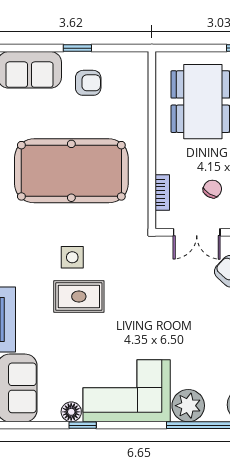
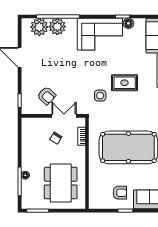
armchair: (88, 83) -> (120, 193), turned 180
side table: (72, 257) -> (100, 96), moved
plant: (188, 406) -> (57, 27), moved

